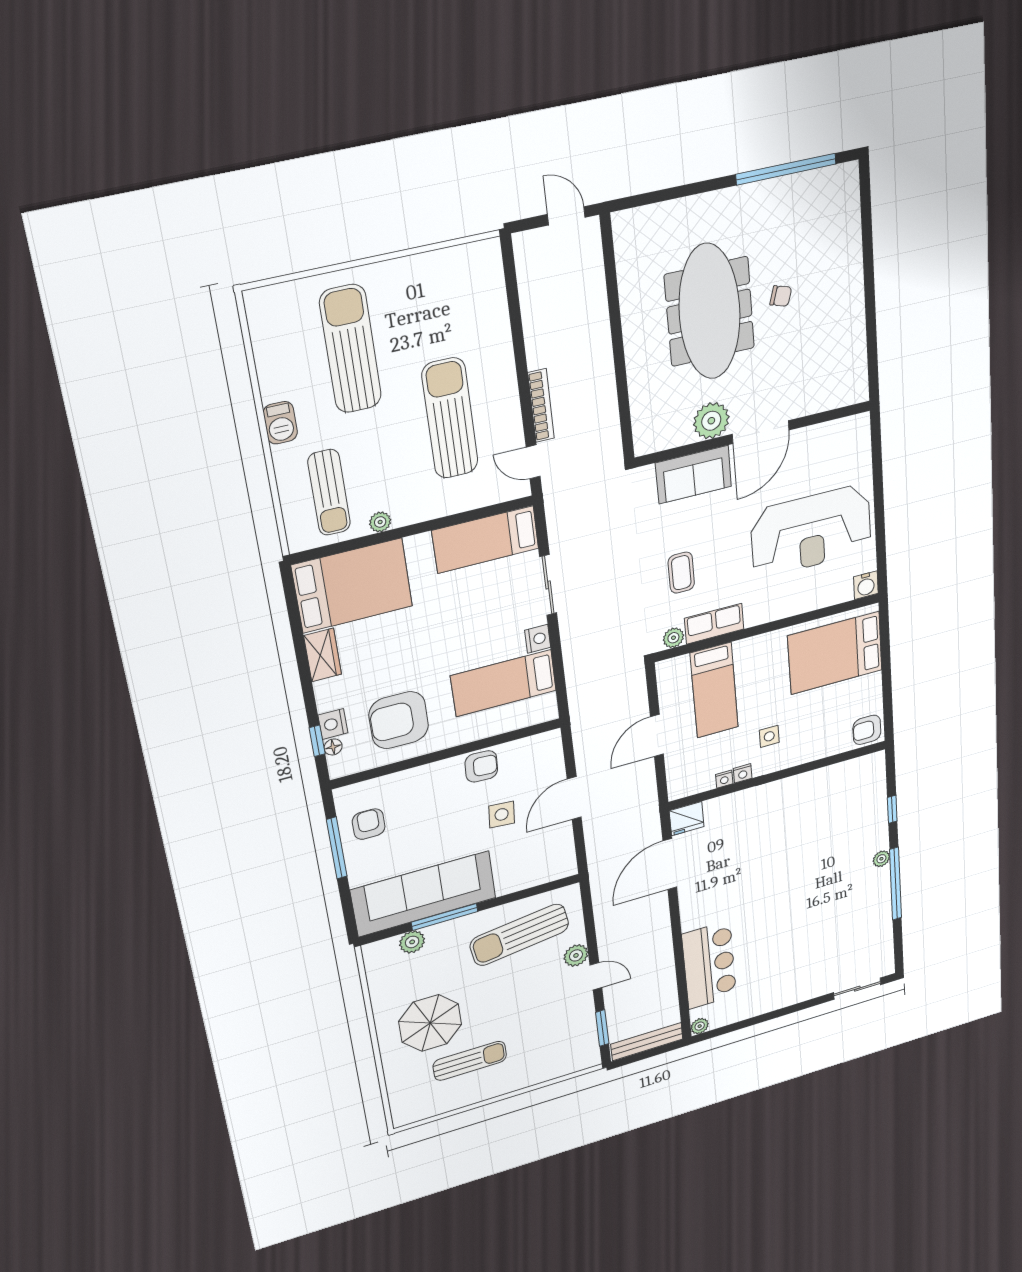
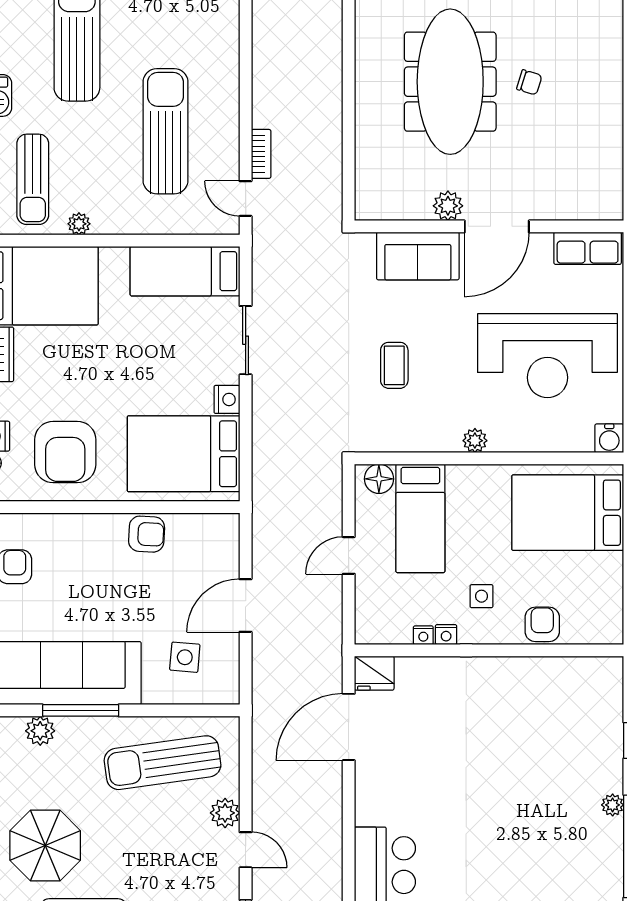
bookcase: (541, 406) -> (261, 154), width x0.64
plant: (711, 421) -> (448, 206), width x0.73, depth x0.73
row of seats: (714, 624) -> (588, 248), moved, turned 180
plant: (673, 638) -> (475, 441), moved
floor lamp: (677, 668) -> (379, 479), added
bed: (504, 683) -> (184, 454), width x1.50
armchair: (399, 720) -> (65, 452), turned -90
armchair: (867, 730) -> (542, 624), moved, turned 90
door: (657, 735) -> (349, 555), width x0.73
side table: (502, 814) -> (185, 657), moved

